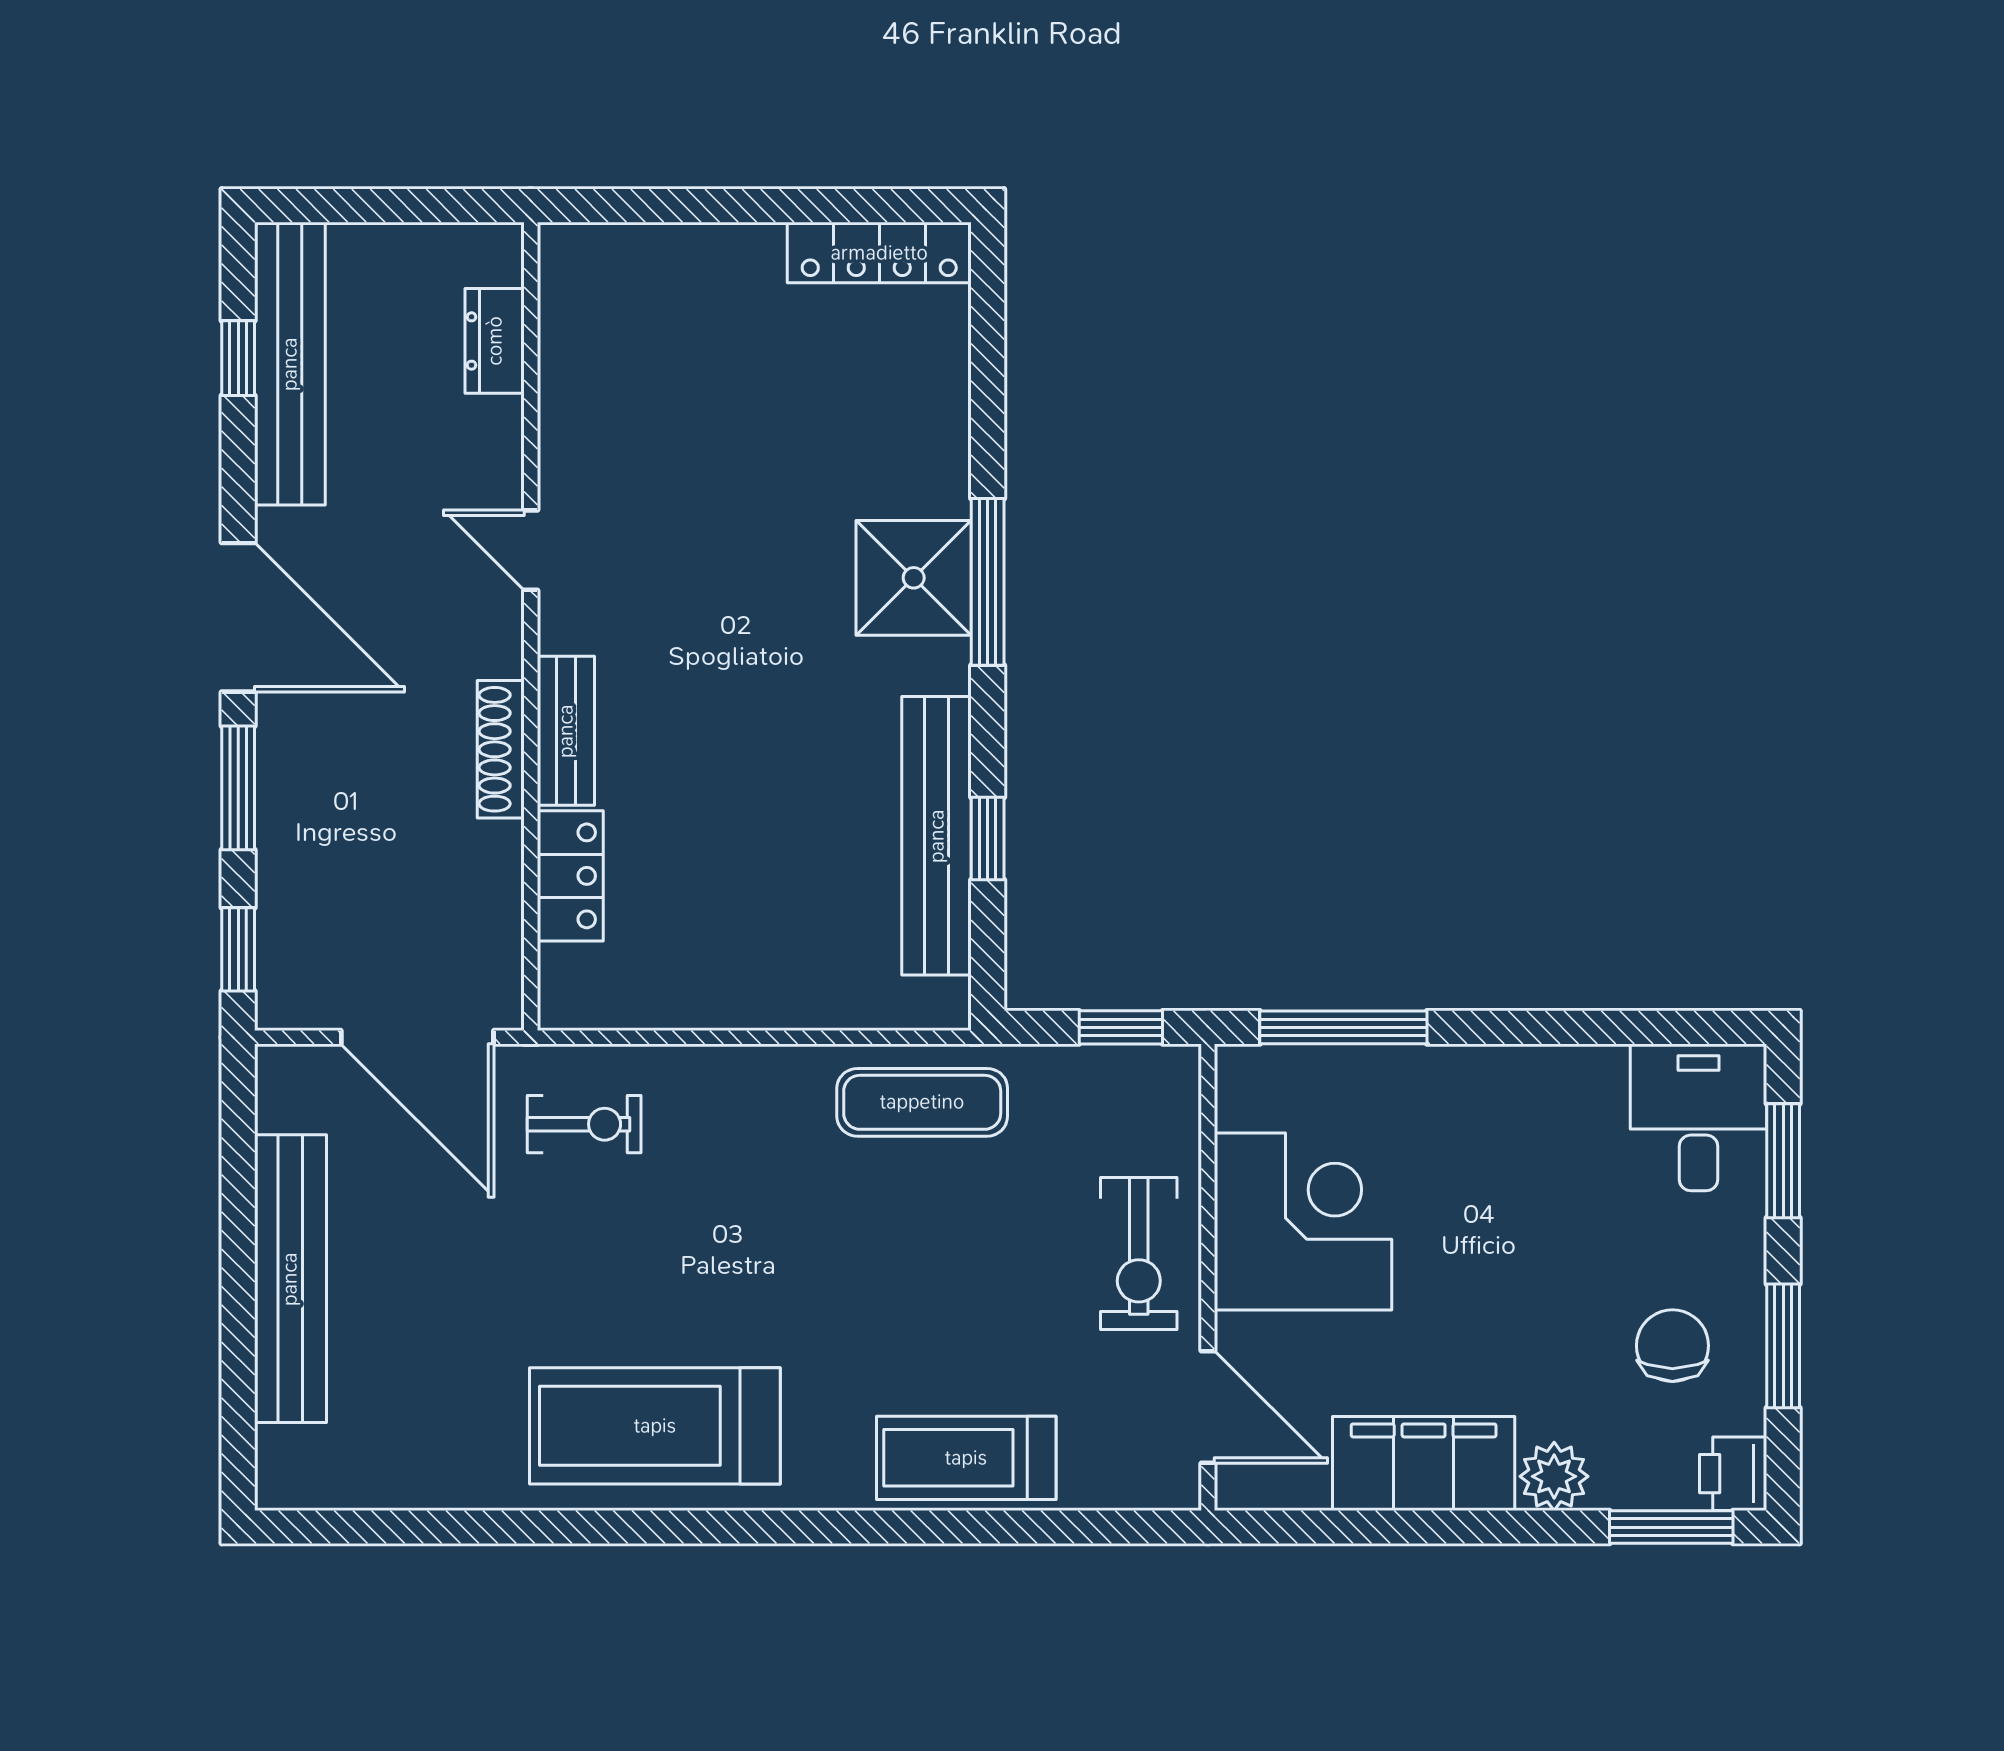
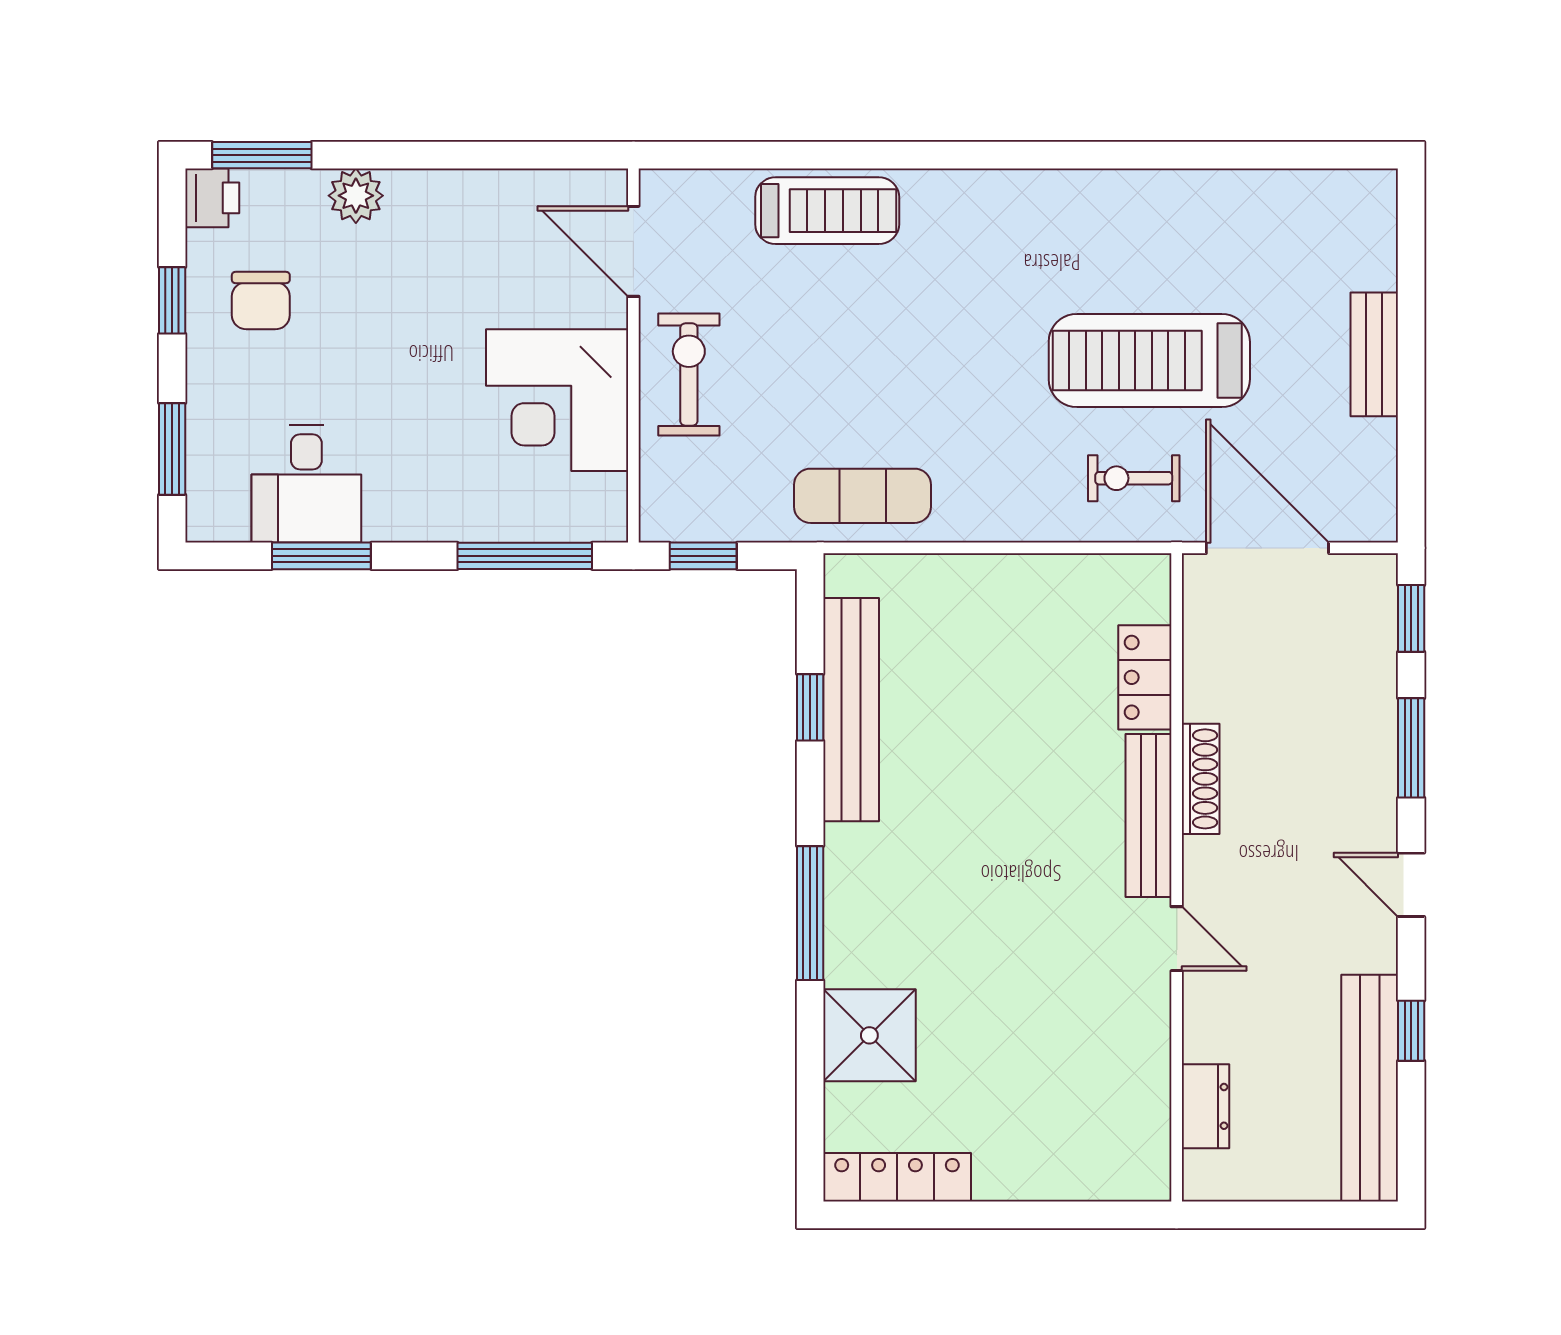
window: (238, 358) -> (1411, 1031), moved
shower: (914, 578) -> (869, 1035), moved
door: (238, 617) -> (1411, 885), width x0.53
bench: (566, 731) -> (1148, 816), width x1.36
window: (1597, 1027) -> (321, 556), added
desk: (1698, 1117) -> (306, 484), moved
bench: (290, 1279) -> (1374, 354), width x0.54, depth x0.82
window: (1783, 1346) -> (172, 300), width x0.67
treadmill: (655, 1426) -> (1149, 360), moved, turned 180
filing cabinet: (1424, 1463) -> (460, 206), removed

